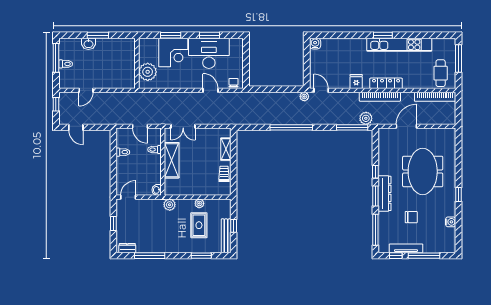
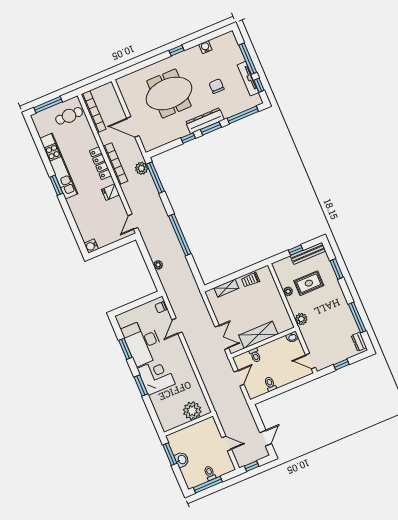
wall: (137, 63) -> (188, 424), moved
plant: (148, 72) -> (192, 411), moved
plant: (304, 97) -> (158, 265), moved

